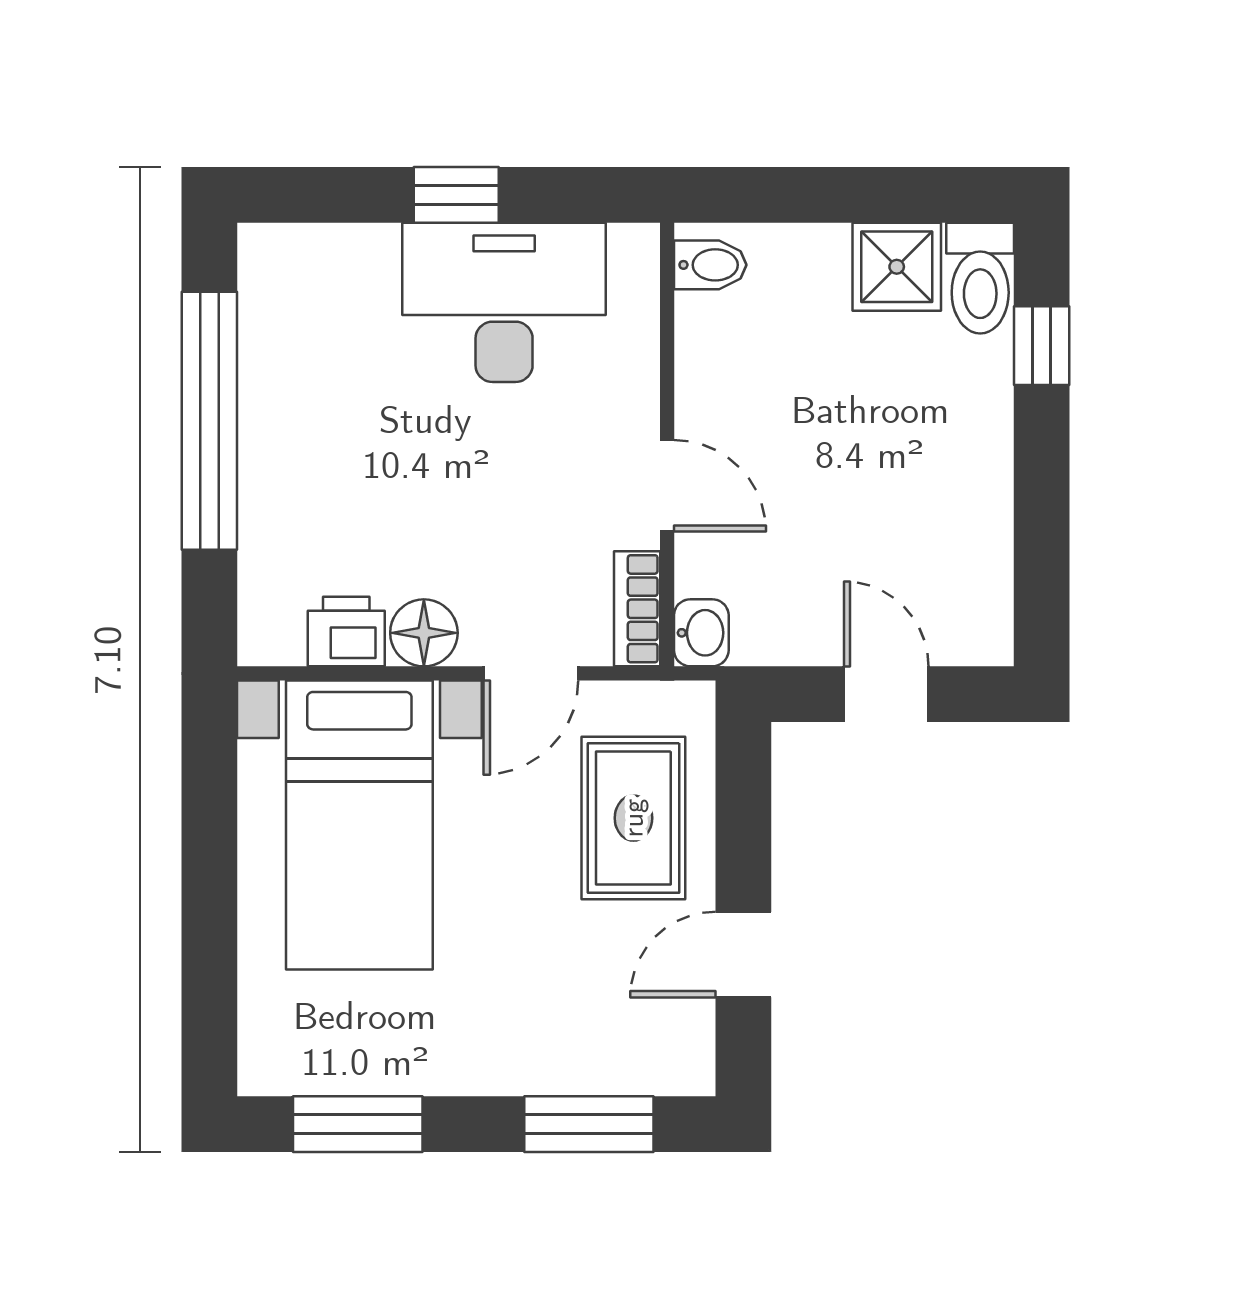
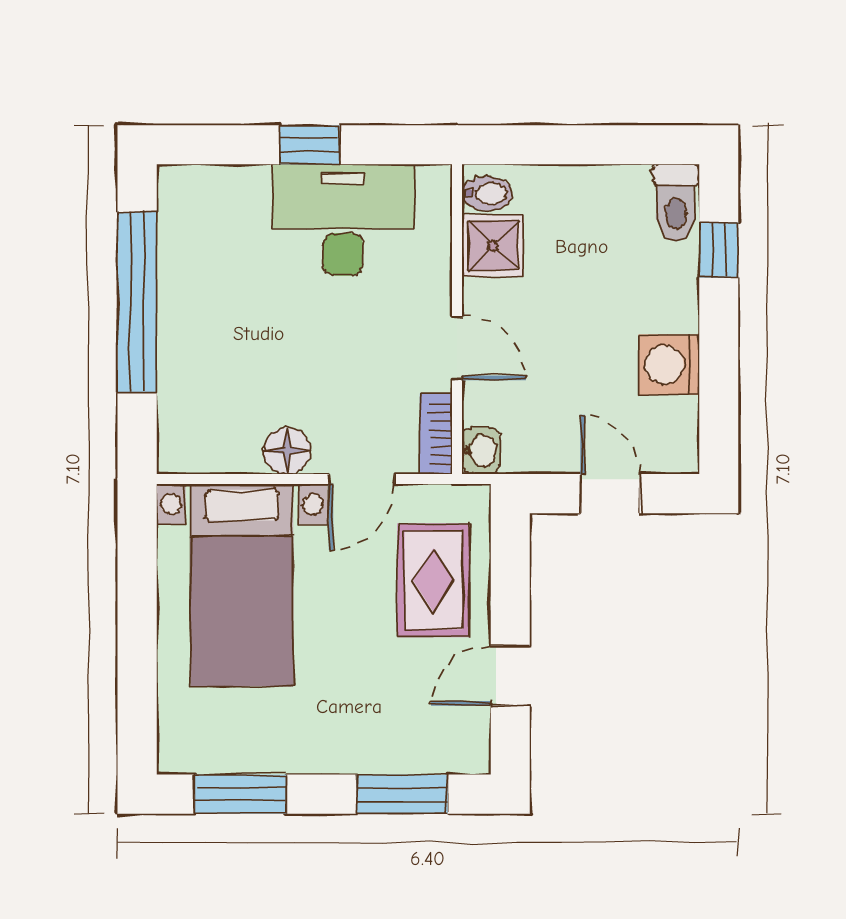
shower: (897, 267) -> (493, 246), moved
washing machine: (971, 510) -> (669, 365), added
printer: (346, 632) -> (233, 450), removed

